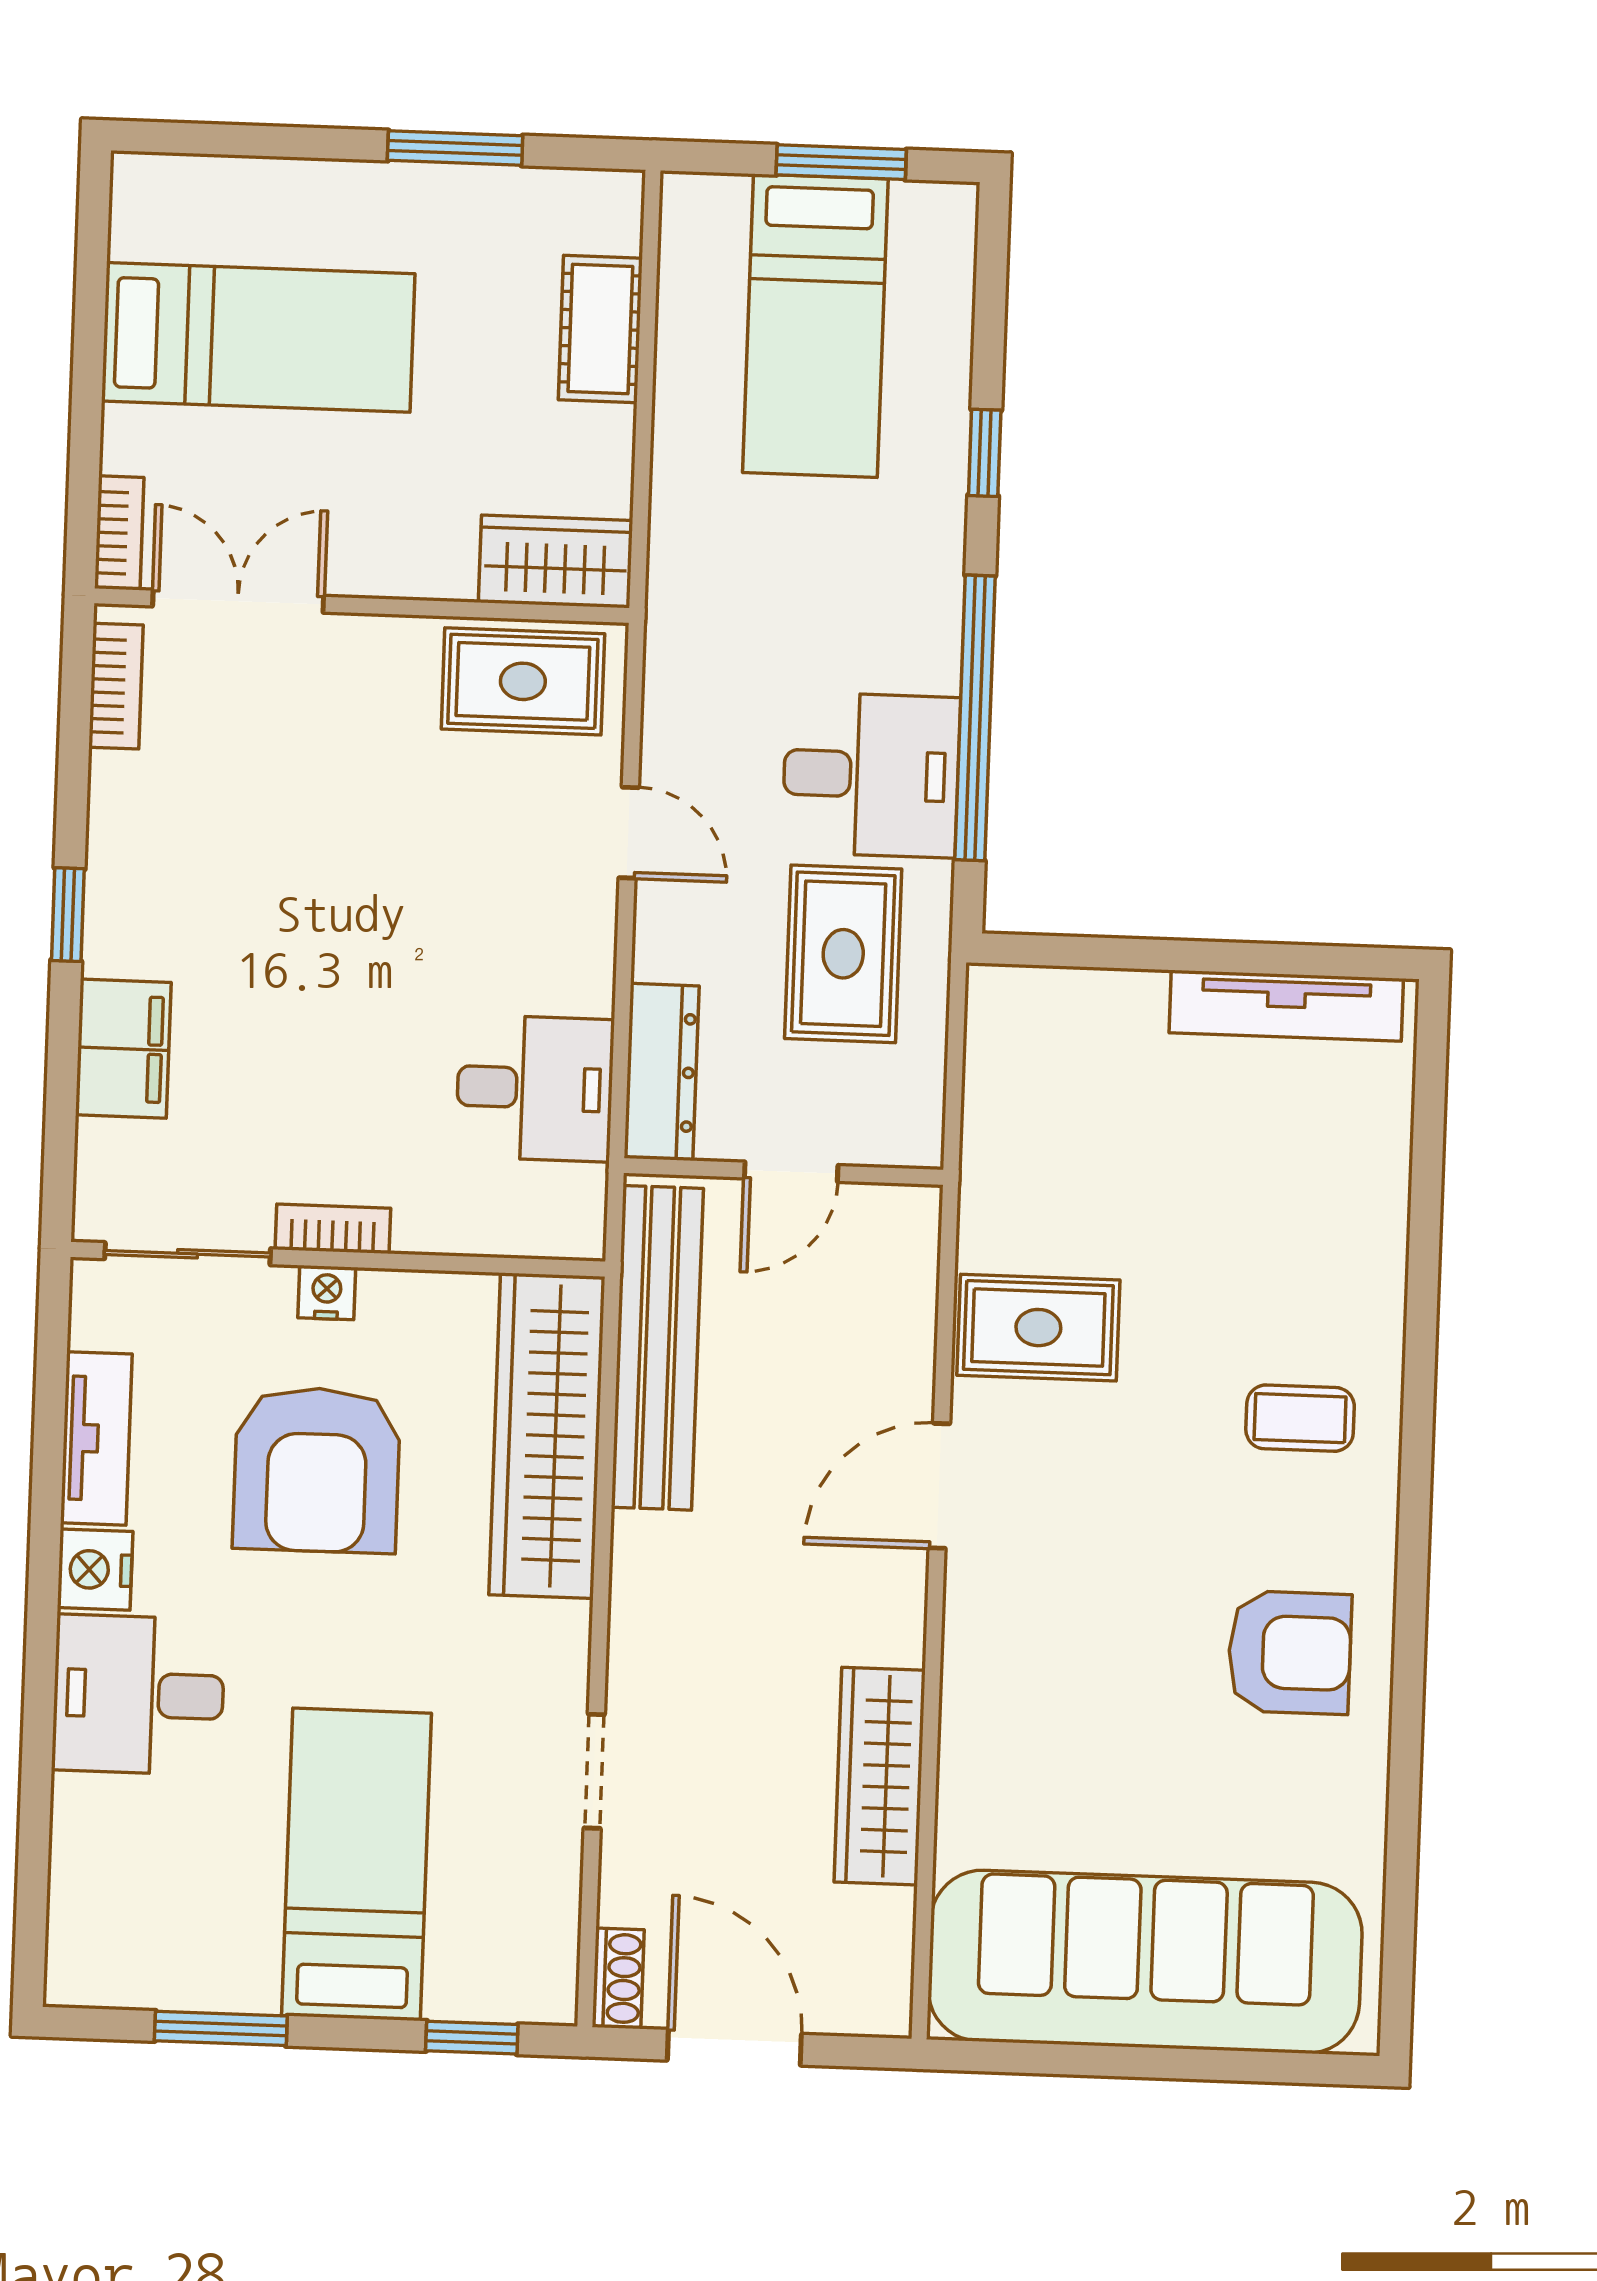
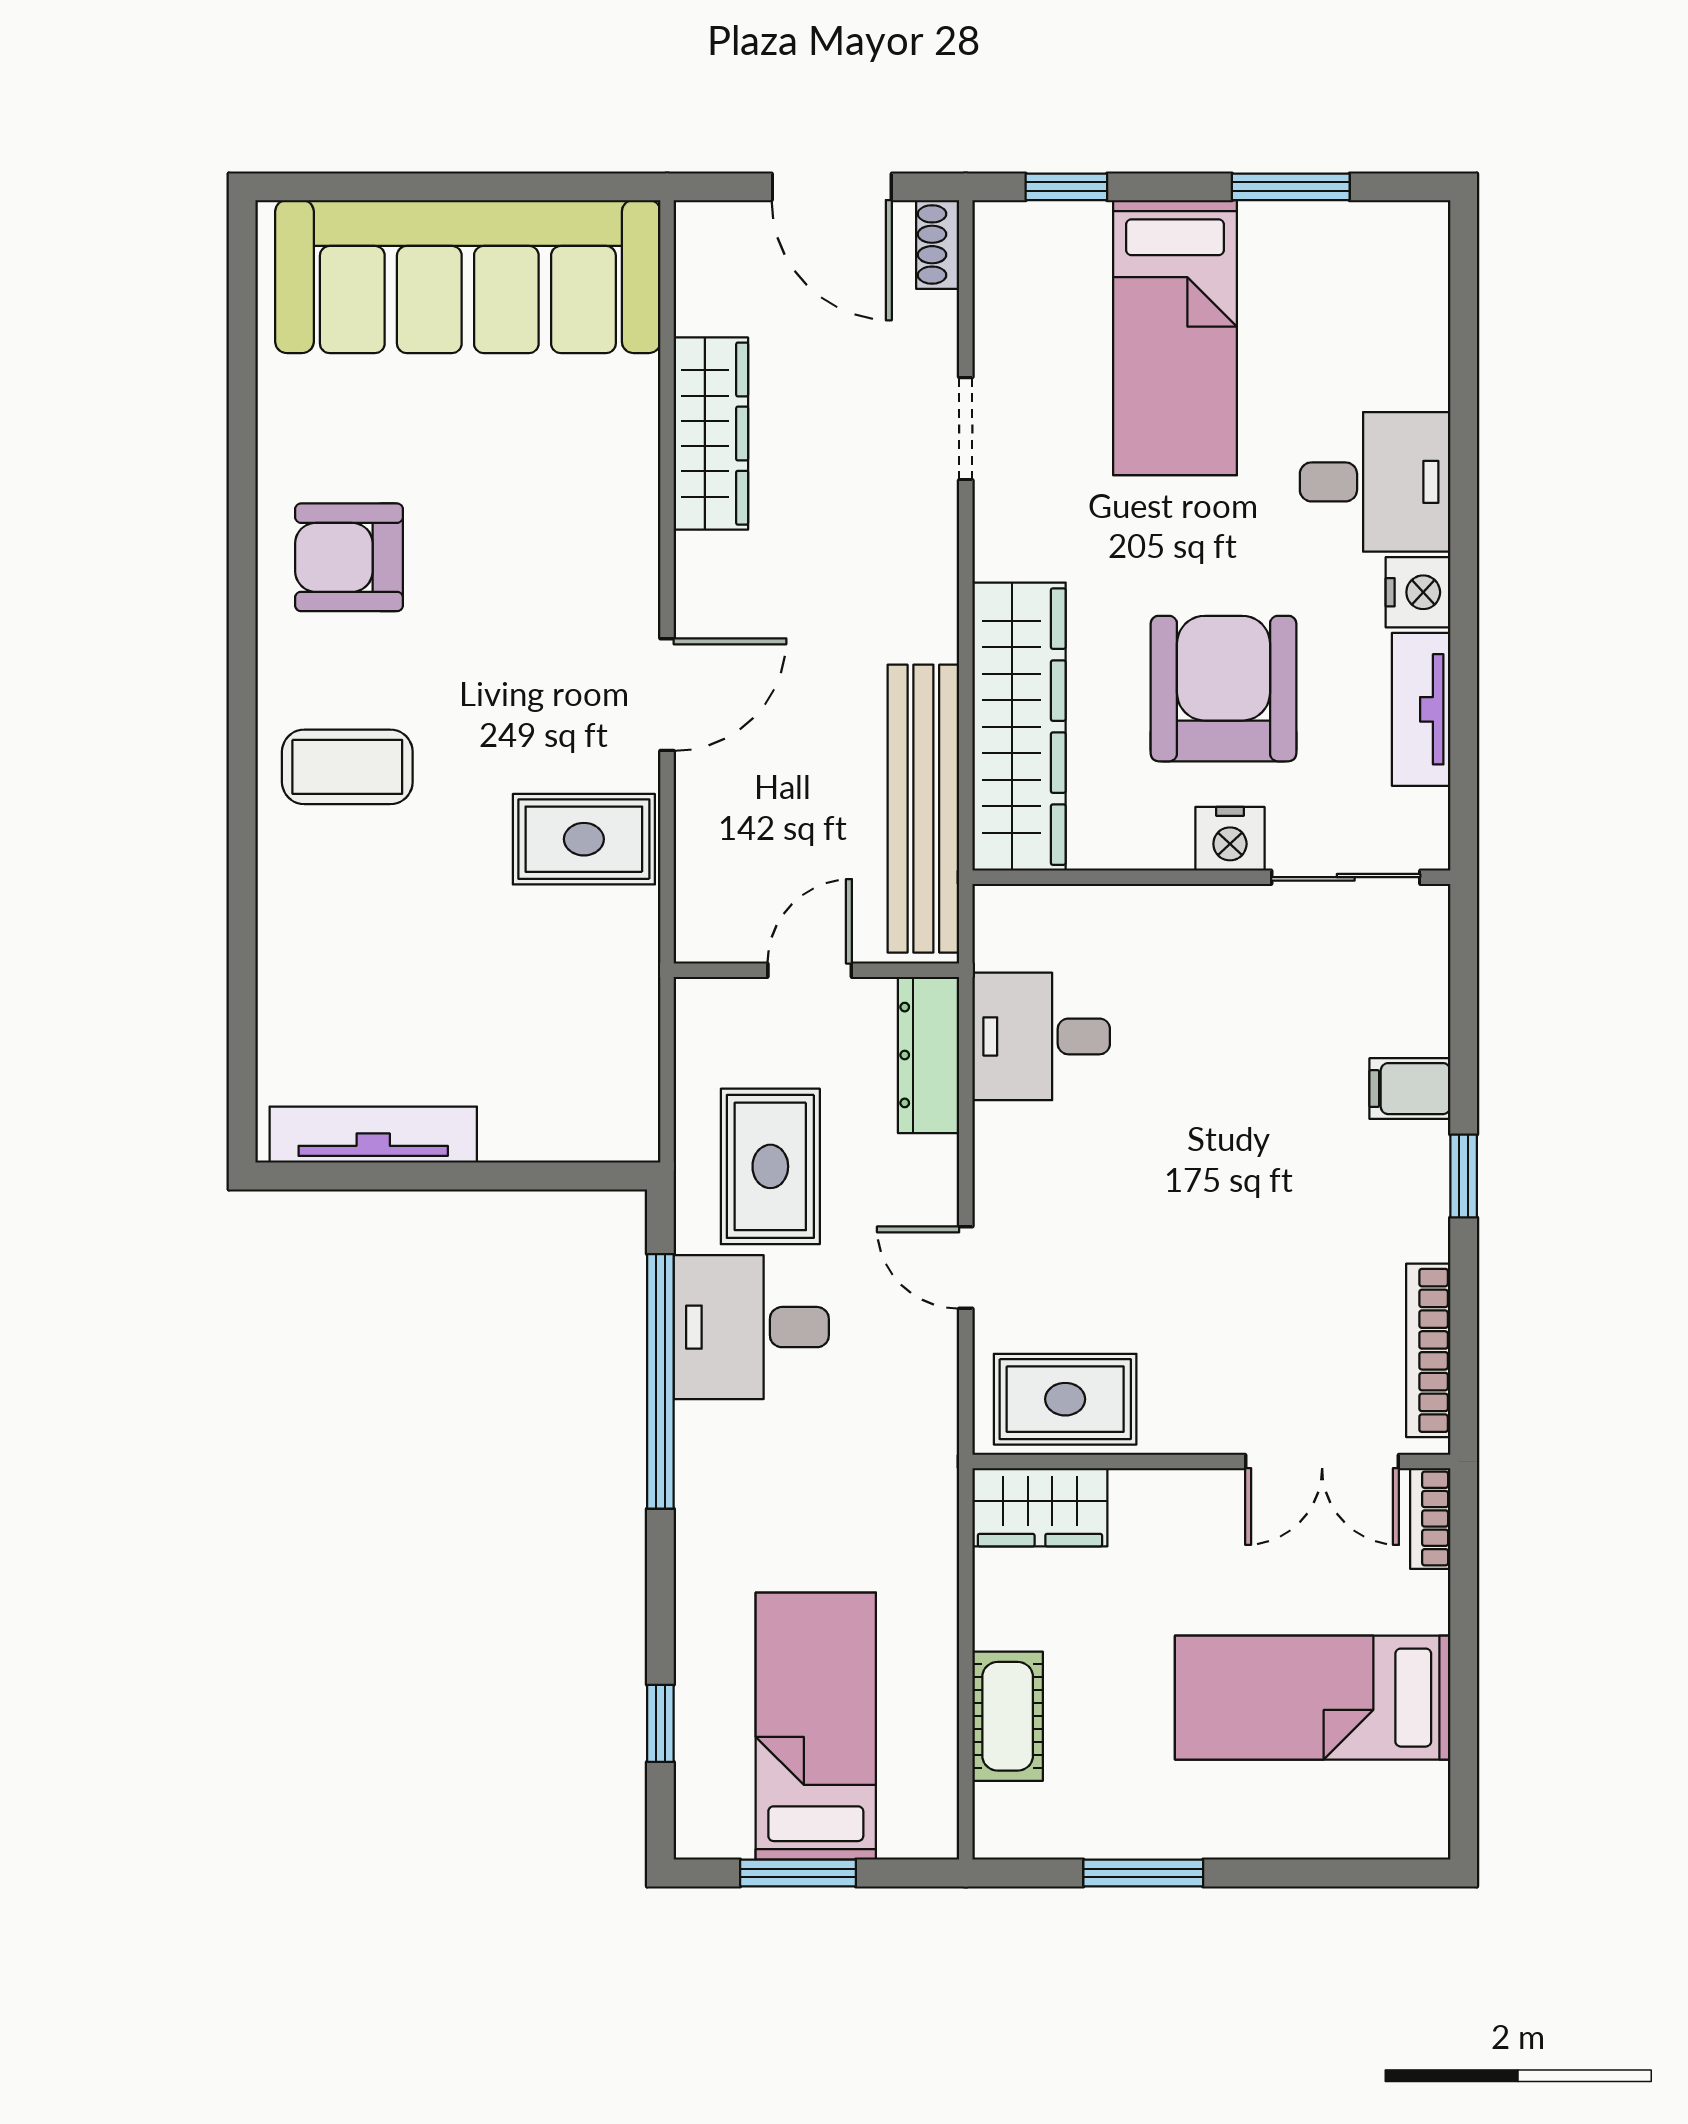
window: (985, 453) -> (660, 1723), moved
bookcase: (116, 686) -> (1428, 1350), width x1.56
filing cabinet: (123, 1049) -> (1410, 1089), width x0.50
bookcase: (333, 1229) -> (1217, 904), removed
nightstand: (327, 1293) -> (1230, 839), width x1.39, depth x1.35
coffee table: (1300, 1418) -> (347, 767), width x1.36, depth x1.30

